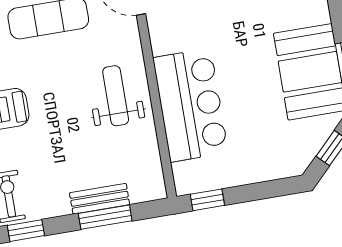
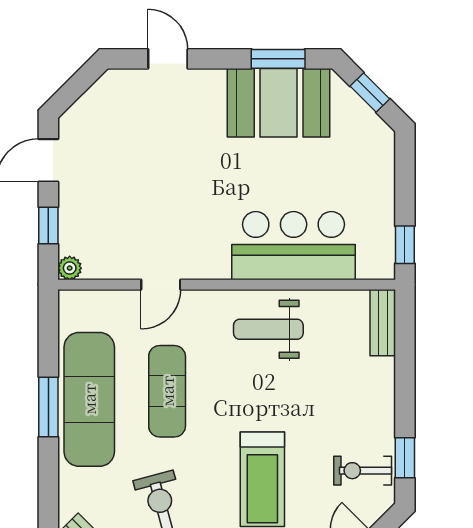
bench: (100, 199) -> (383, 323), moved
window: (105, 217) -> (405, 365), removed

